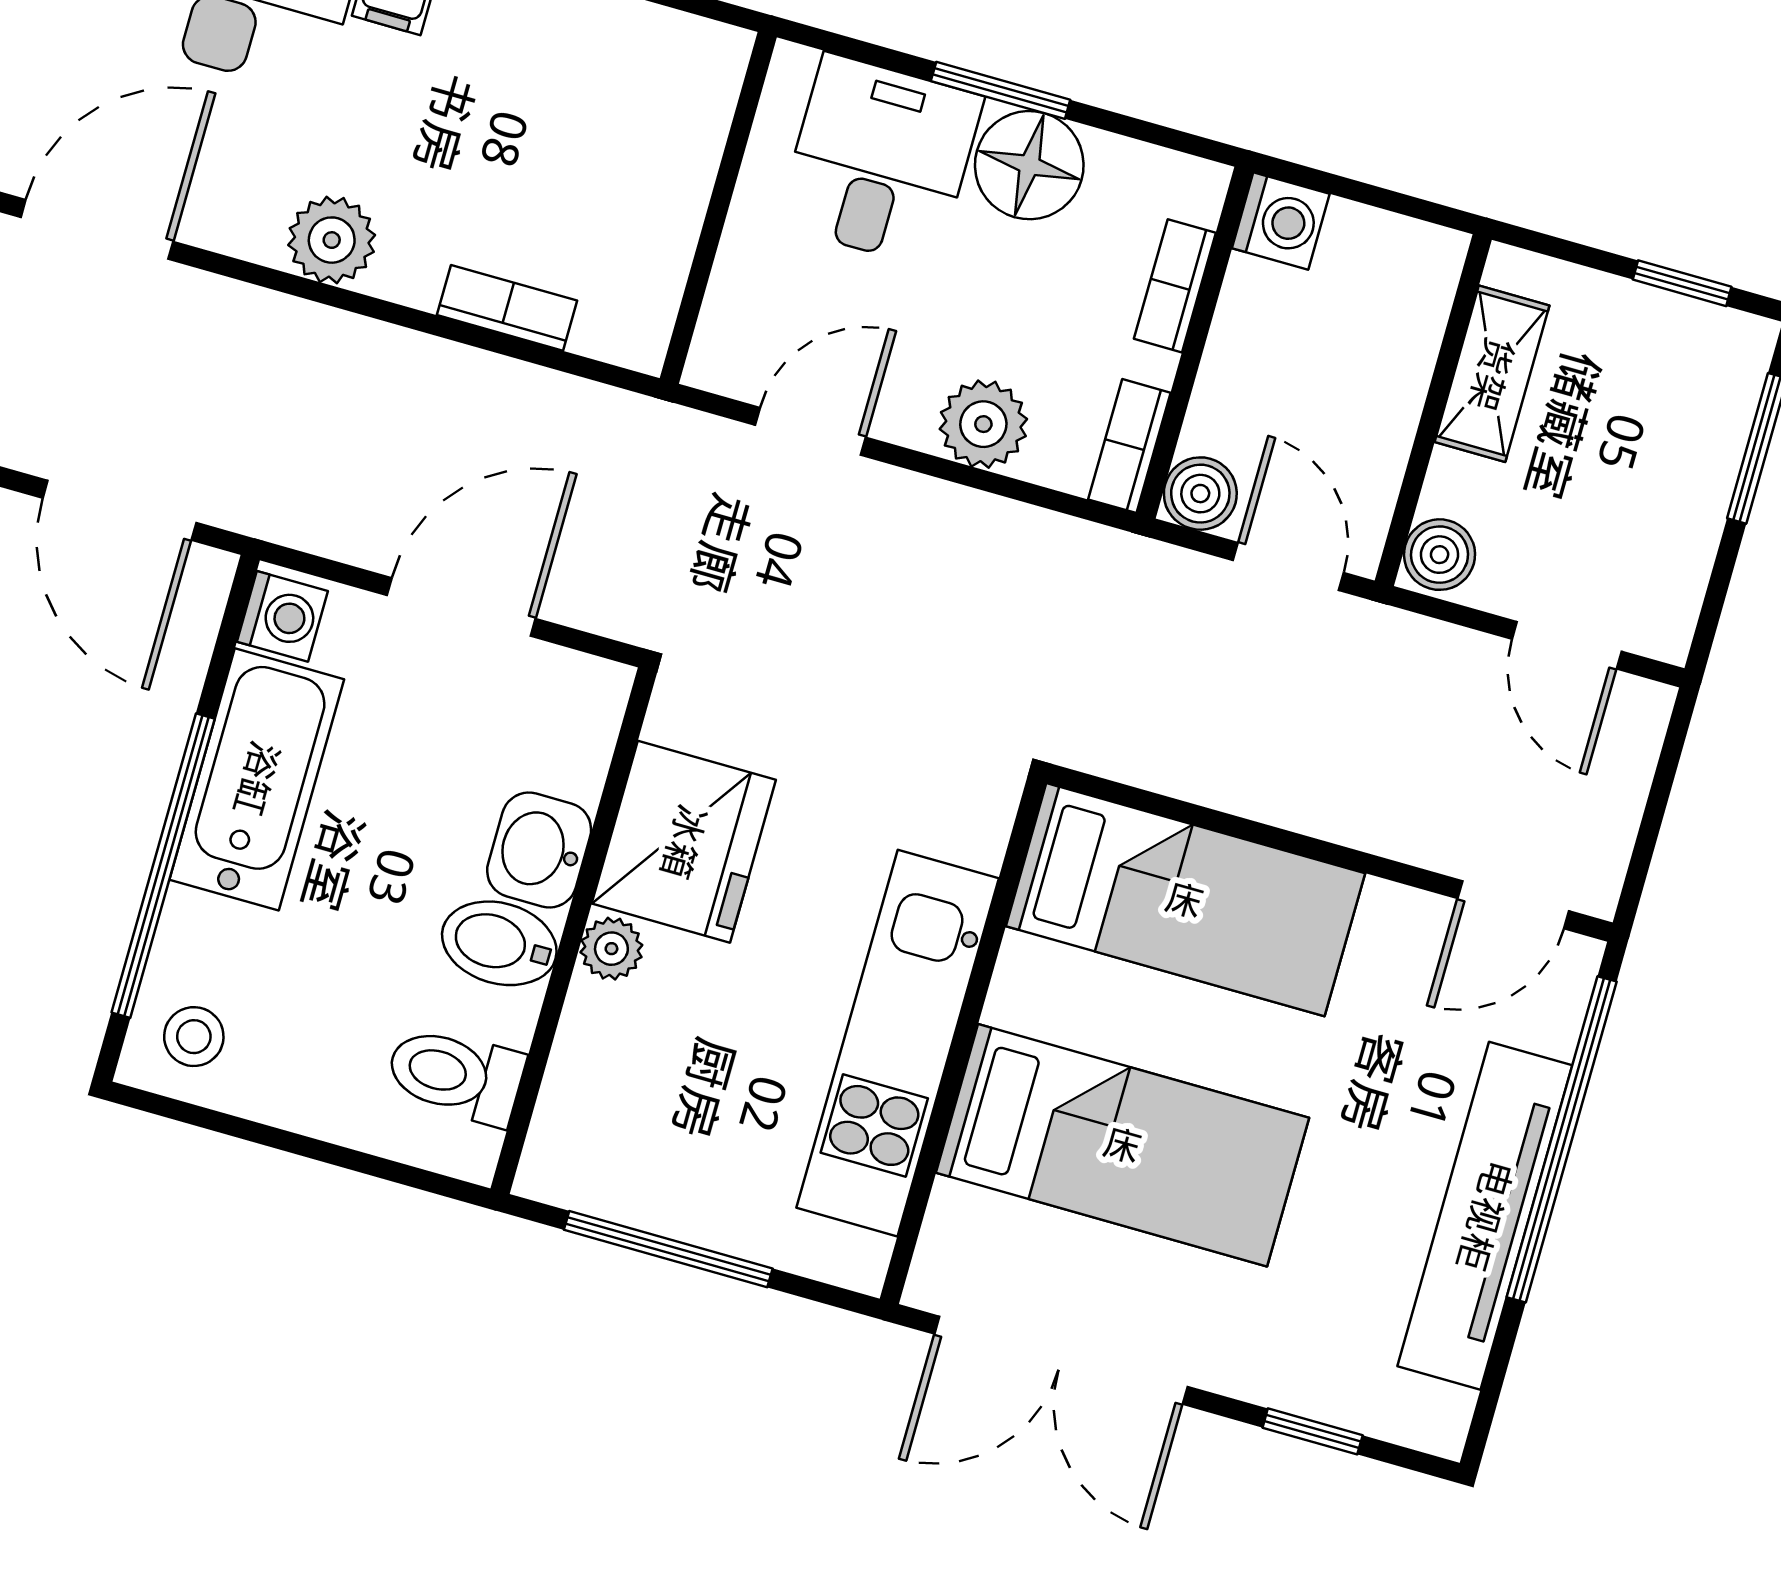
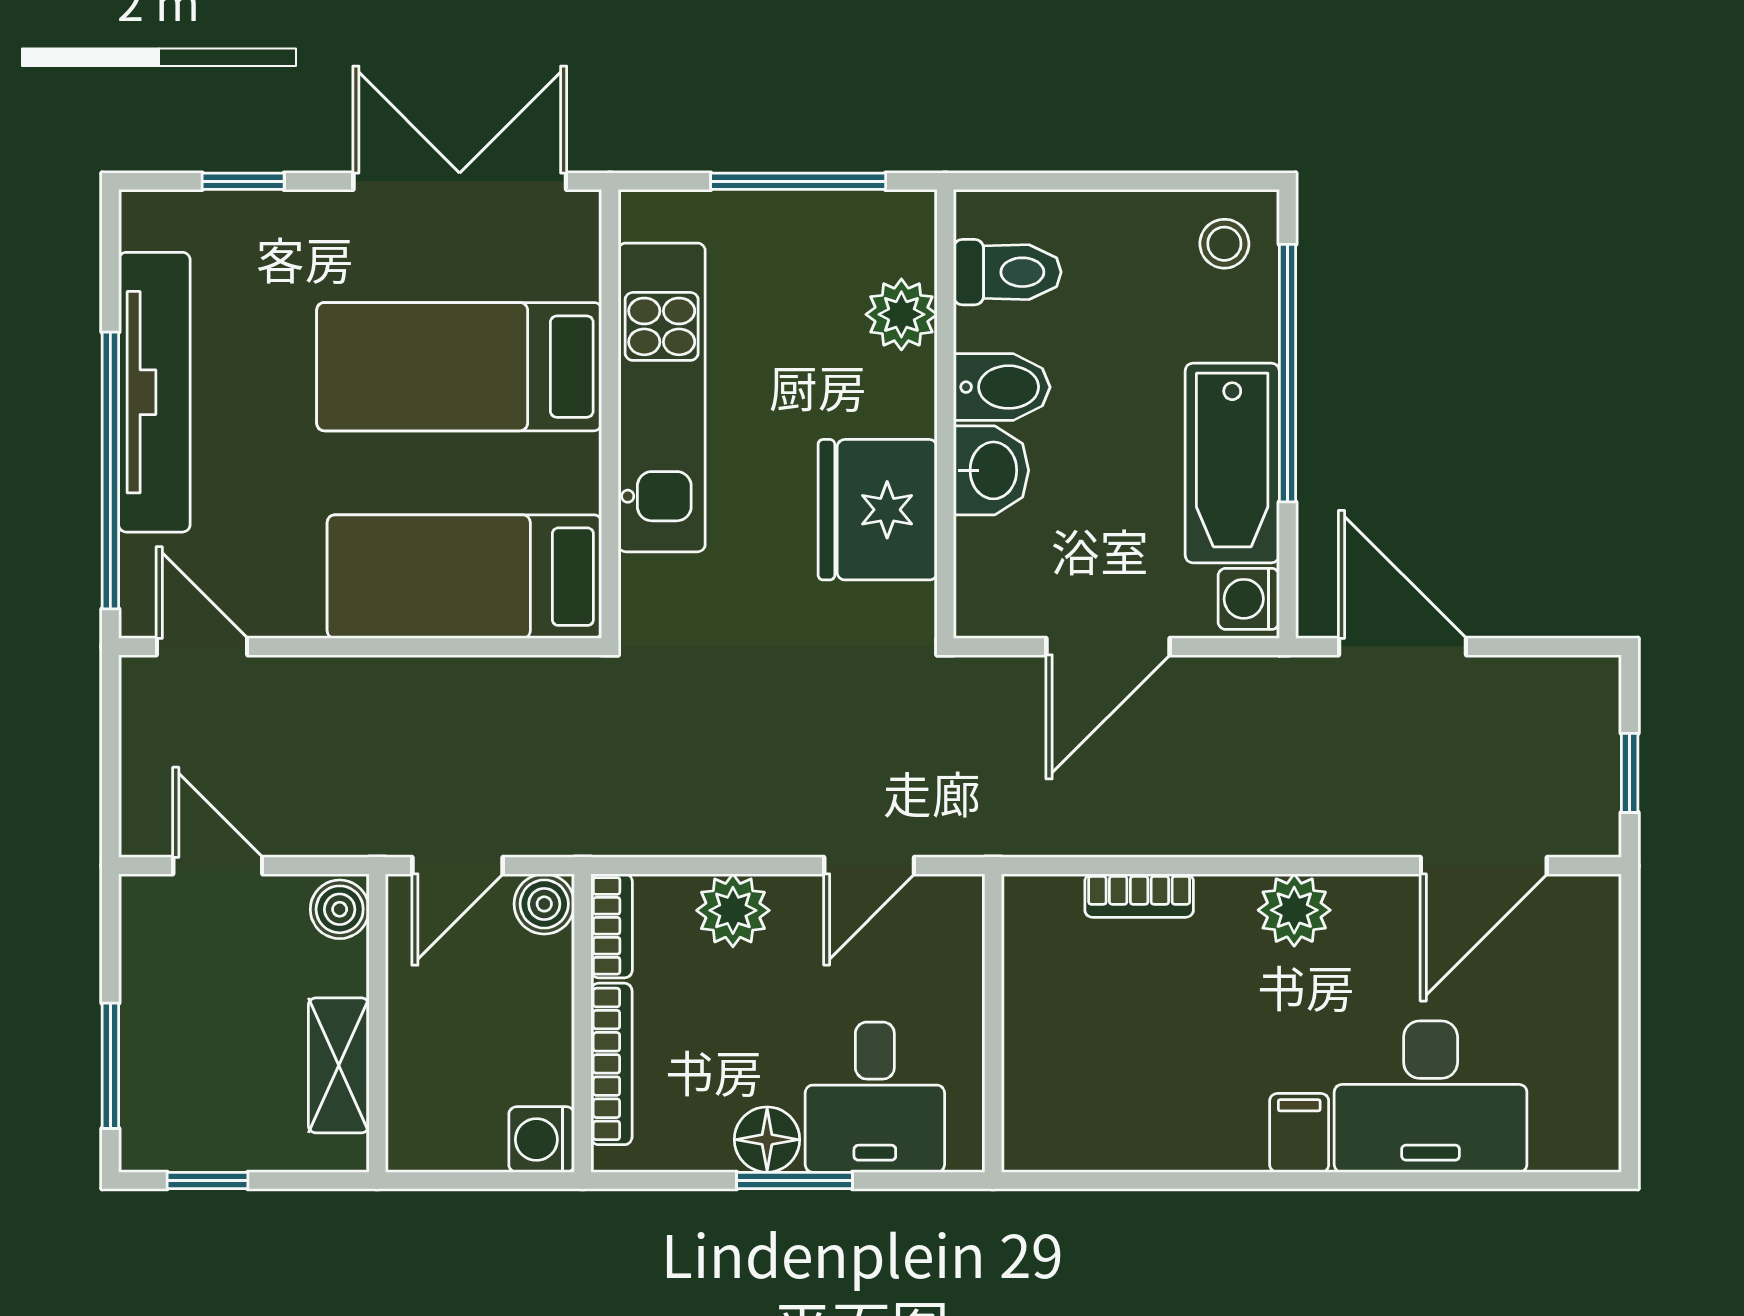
floor lamp: (1029, 165) -> (767, 1140), width x0.73, depth x0.73
bookcase: (1175, 286) -> (611, 1064), width x1.56
door: (1288, 567) -> (457, 866), hinge flipped
door: (1513, 905) -> (202, 647), hinge flipped
plant: (611, 949) -> (901, 314), moved, width x1.38, depth x1.38

